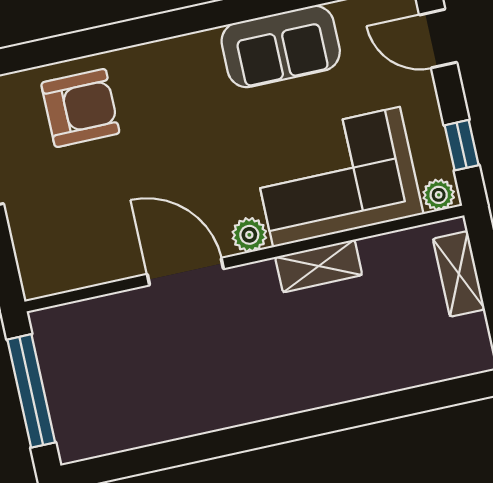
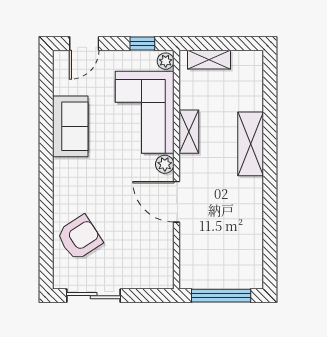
armchair: (80, 108) -> (79, 238), turned 57
door: (185, 272) -> (177, 202), hinge flipped
shelving: (321, 384) -> (251, 144), added

